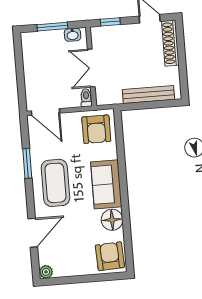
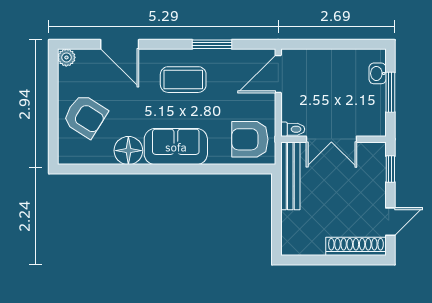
washbasin: (73, 35) -> (378, 73), moved
double door: (91, 68) -> (331, 139), swing flipped
bench: (148, 95) -> (290, 176), moved
coffee table: (55, 183) -> (183, 80), width x0.73, depth x0.76
armchair: (110, 256) -> (85, 116), moved, turned 35

